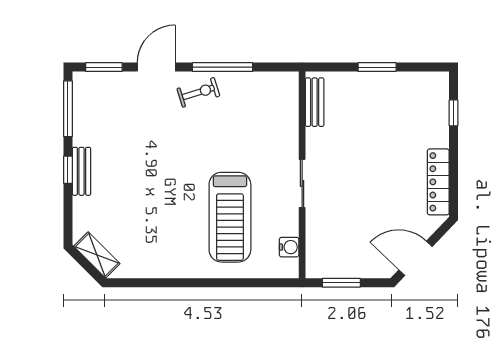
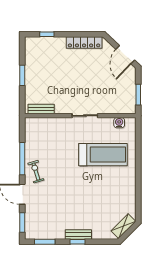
window: (68, 109) -> (45, 242), width x0.69

